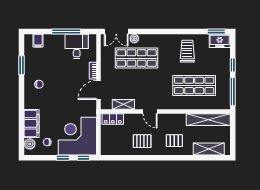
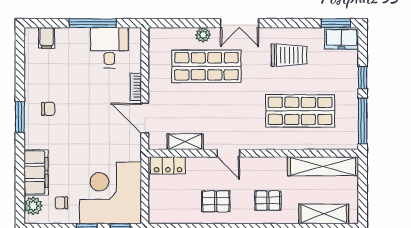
double door: (116, 31) -> (239, 23), moved
trolley: (187, 51) -> (289, 55), turned 90
window: (22, 65) -> (20, 117), moved
door: (98, 90) -> (145, 118), hinge flipped

